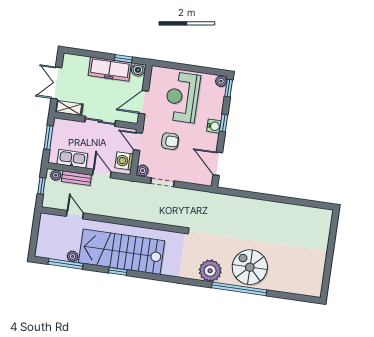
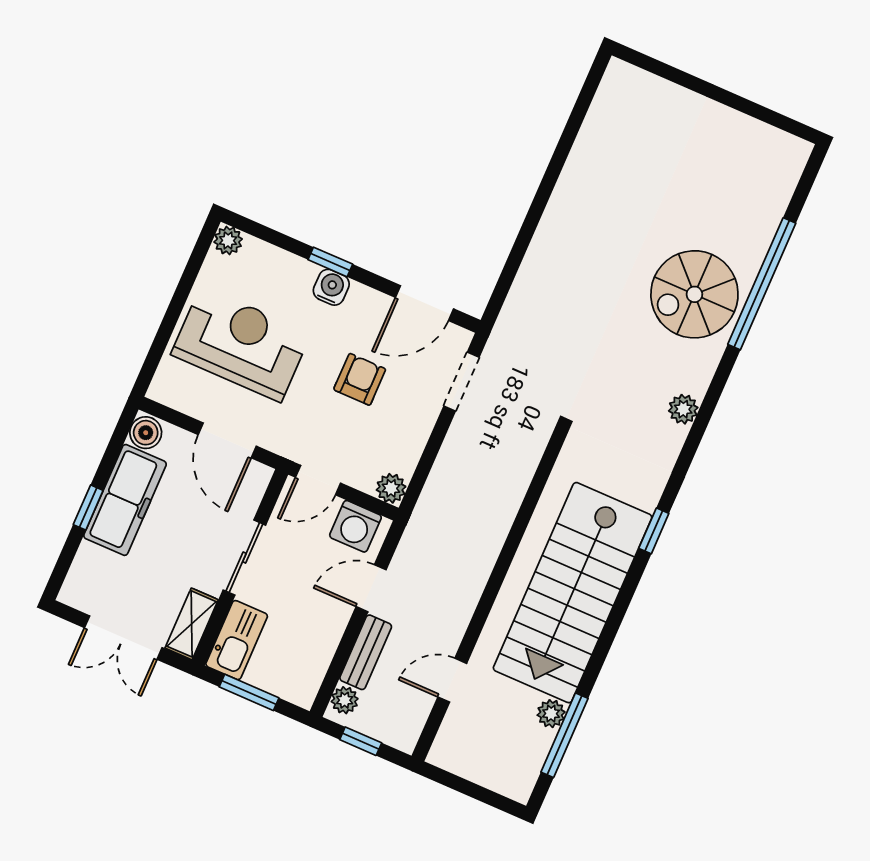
window: (123, 59) -> (88, 507), moved
window: (229, 88) -> (250, 227), removed
reception desk: (182, 97) -> (241, 344), turned 180
armchair: (170, 141) -> (360, 379), moved
kitchen sink: (72, 159) -> (237, 640), moved, turned 180
doorway: (162, 182) -> (461, 382), moved
window: (118, 271) -> (654, 531), moved
plant: (210, 271) -> (683, 409), width x0.53, depth x0.53
window: (239, 289) -> (762, 284), moved

